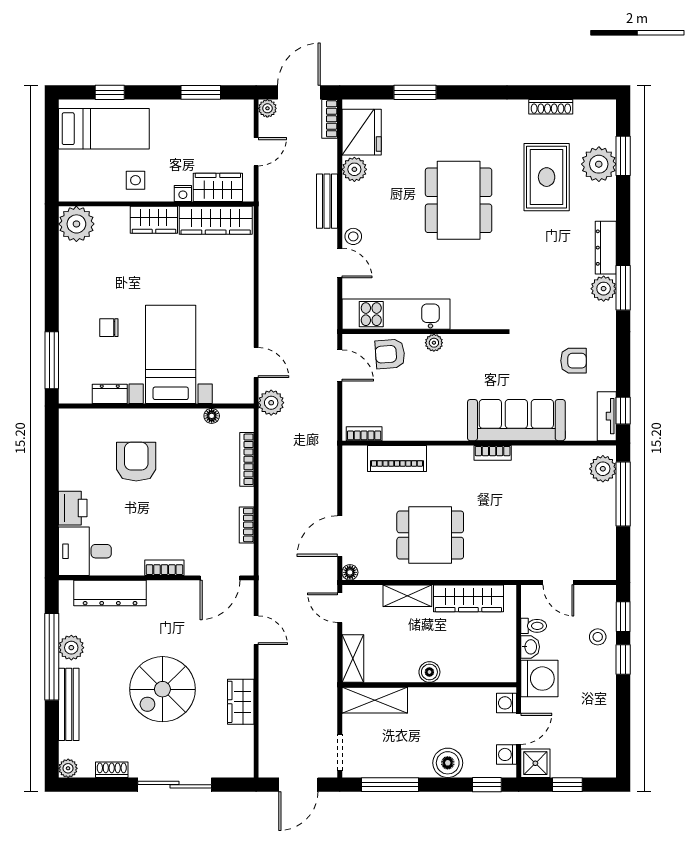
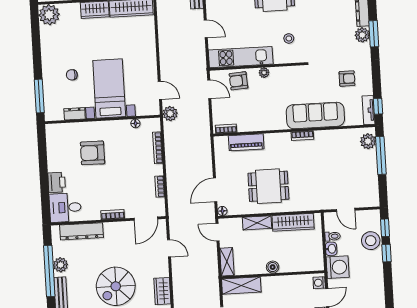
stool: (353, 236) -> (289, 38), moved
armchair: (136, 462) -> (92, 153), turned -90
stool: (598, 637) -> (371, 241), width x1.89, depth x1.89

